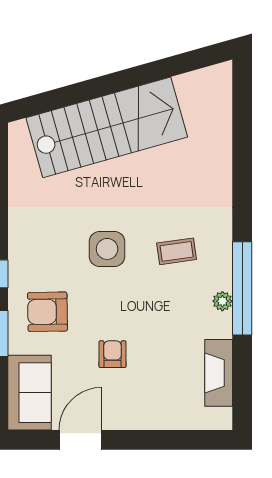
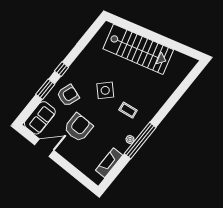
side table: (107, 249) -> (105, 90), turned 45
armchair: (48, 312) -> (68, 95), turned 110
armchair: (113, 354) -> (78, 127), width x1.88, depth x1.88

